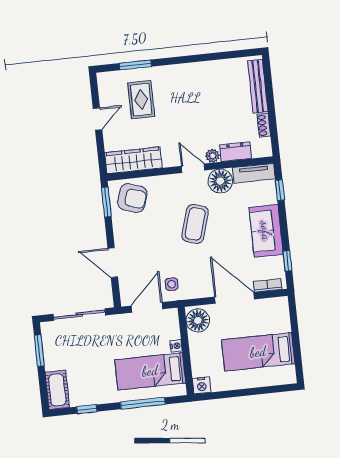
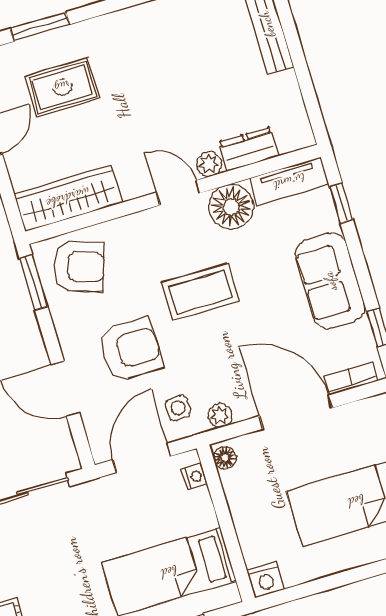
rug: (141, 100) -> (62, 87), turned 90
shoe rack: (264, 125) -> (291, 92), removed
coffee table: (195, 224) -> (200, 292), turned 73
armchair: (152, 248) -> (131, 349), added
plant: (193, 292) -> (220, 415), added
floor lamp: (198, 320) -> (225, 458), width x0.53, depth x0.53
nightstand: (176, 346) -> (195, 477), moved

